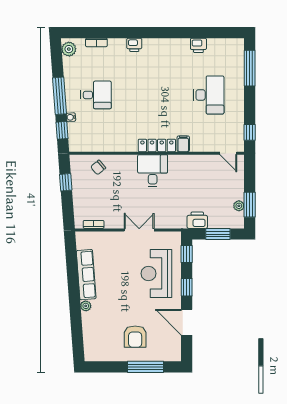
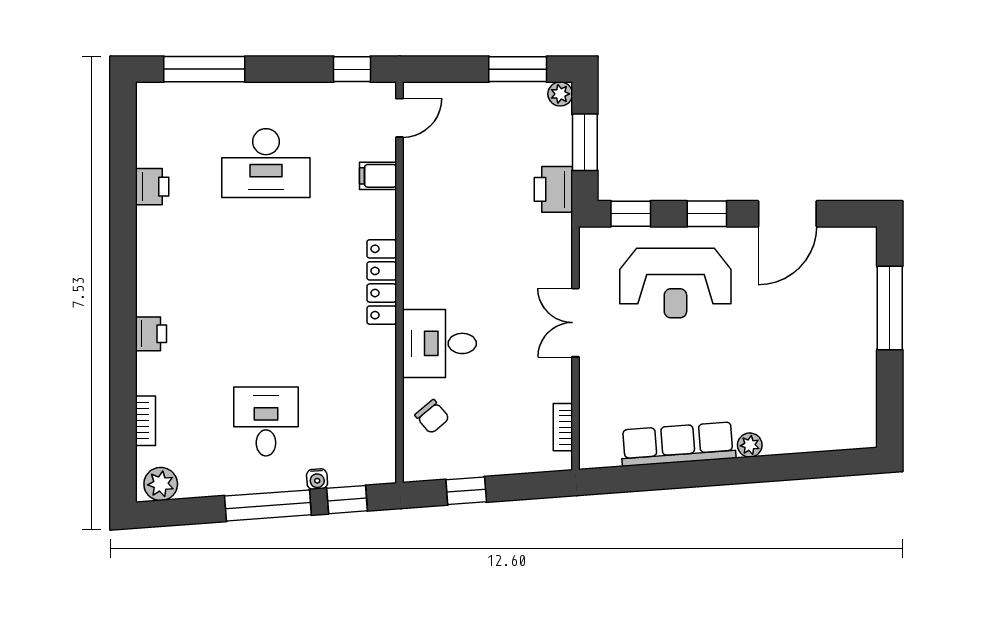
desk: (209, 95) -> (266, 163), turned 180
filing cabinet: (183, 144) -> (378, 176), moved
desk: (153, 171) -> (439, 343), moved
plant: (239, 206) -> (560, 94), moved
armchair: (135, 337) -> (820, 332), removed

